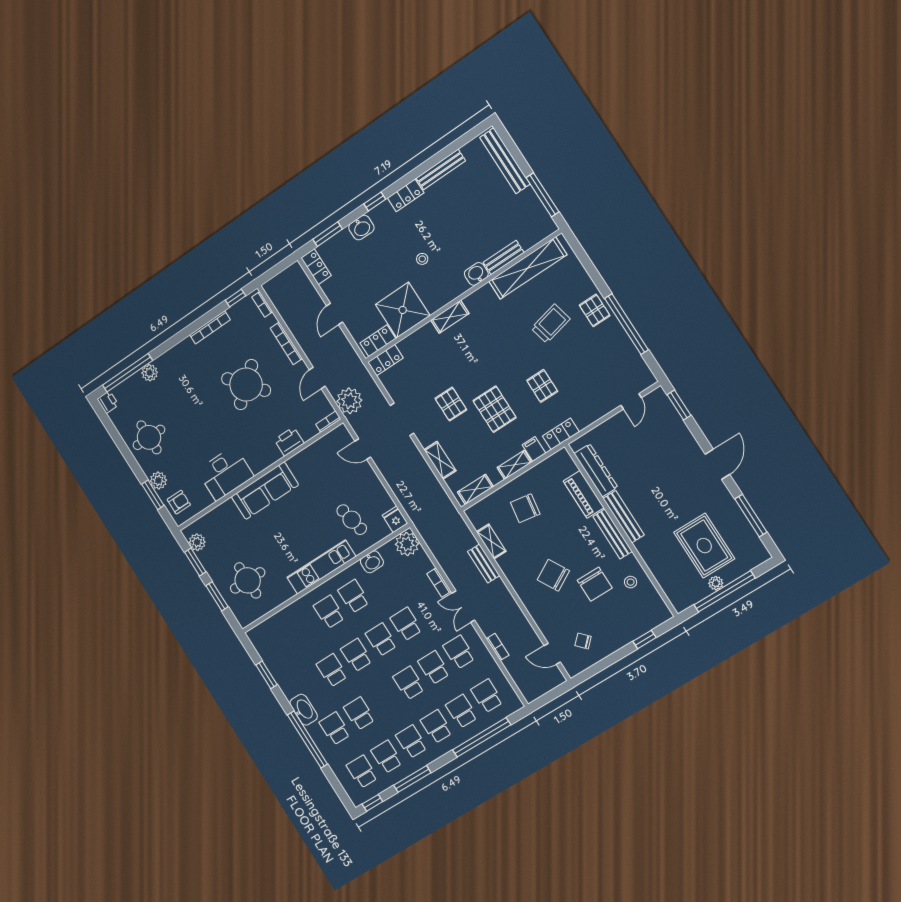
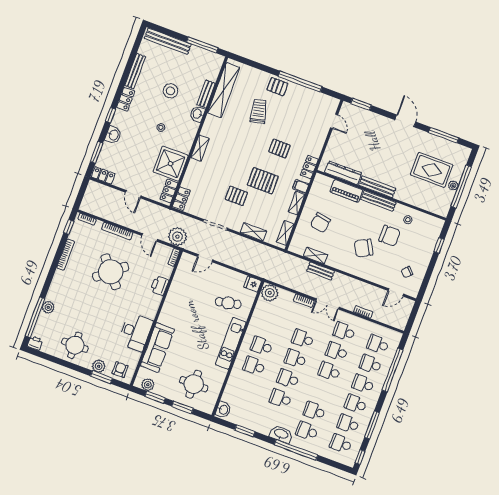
stool: (465, 223) -> (170, 91), added
sofa: (265, 491) -> (157, 348), moved
washbasin: (372, 562) -> (223, 410), moved

